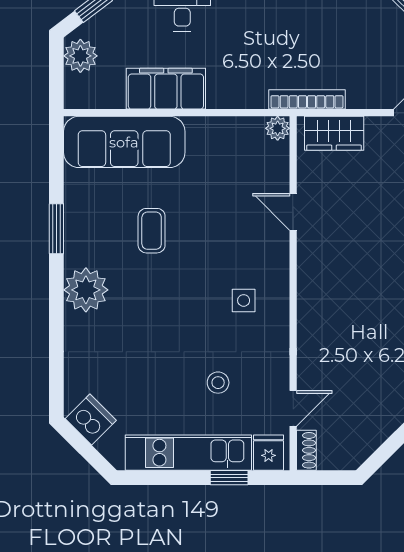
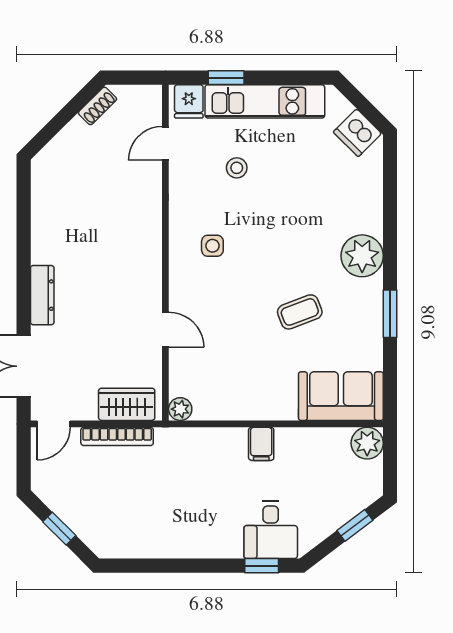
plant: (80, 56) -> (367, 443), moved
filing cabinet: (166, 89) -> (261, 444), width x0.33, depth x0.86
bookcase: (307, 99) -> (117, 436), moved
sofa: (124, 142) -> (341, 396), width x0.73
coffee table: (152, 231) -> (300, 312), turned 69
shoe rack: (306, 450) -> (97, 106), moved, turned -135

